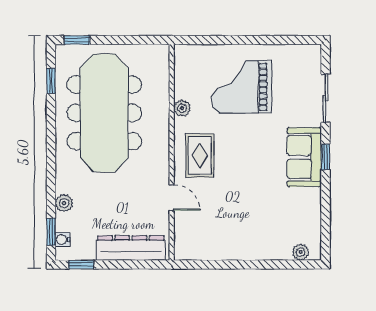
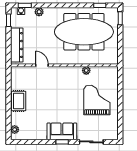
rug: (200, 156) -> (19, 101), moved, turned 90
door: (172, 198) -> (42, 65), swing flipped

